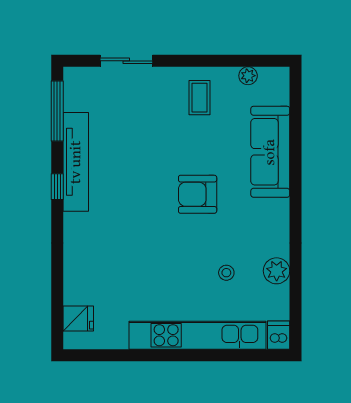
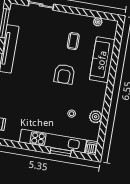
coffee table: (199, 98) -> (73, 41), moved
armchair: (198, 194) -> (64, 74), turned -90
window: (217, 355) -> (61, 152), added

